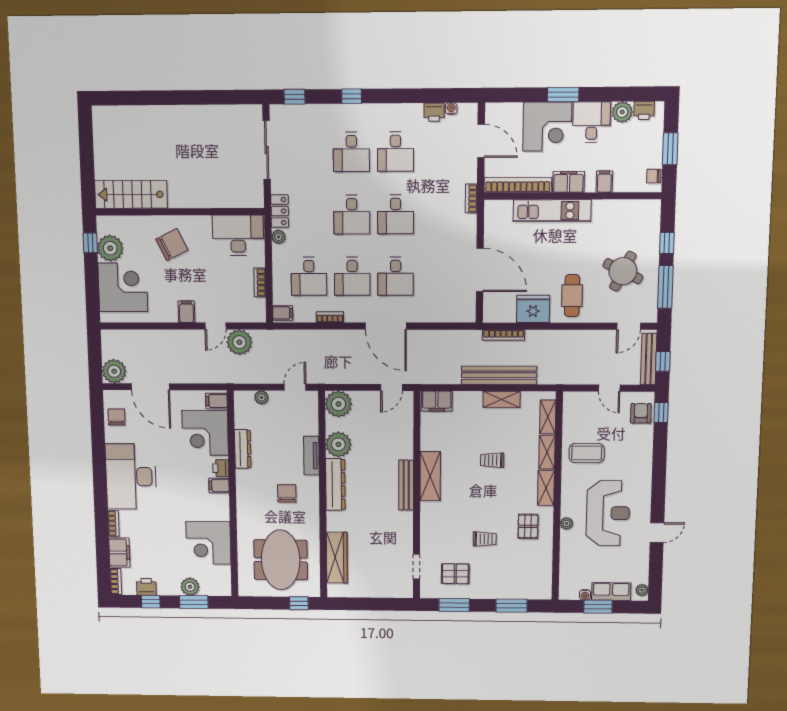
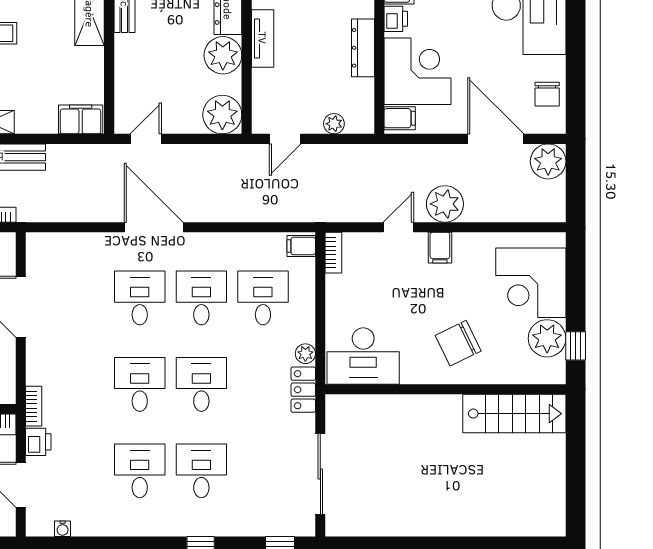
printer: (434, 112) -> (38, 442), moved, turned 90
bookcase: (260, 282) -> (333, 253), moved
bookcase: (330, 317) -> (234, 240), removed
plant: (239, 342) -> (445, 204), moved

